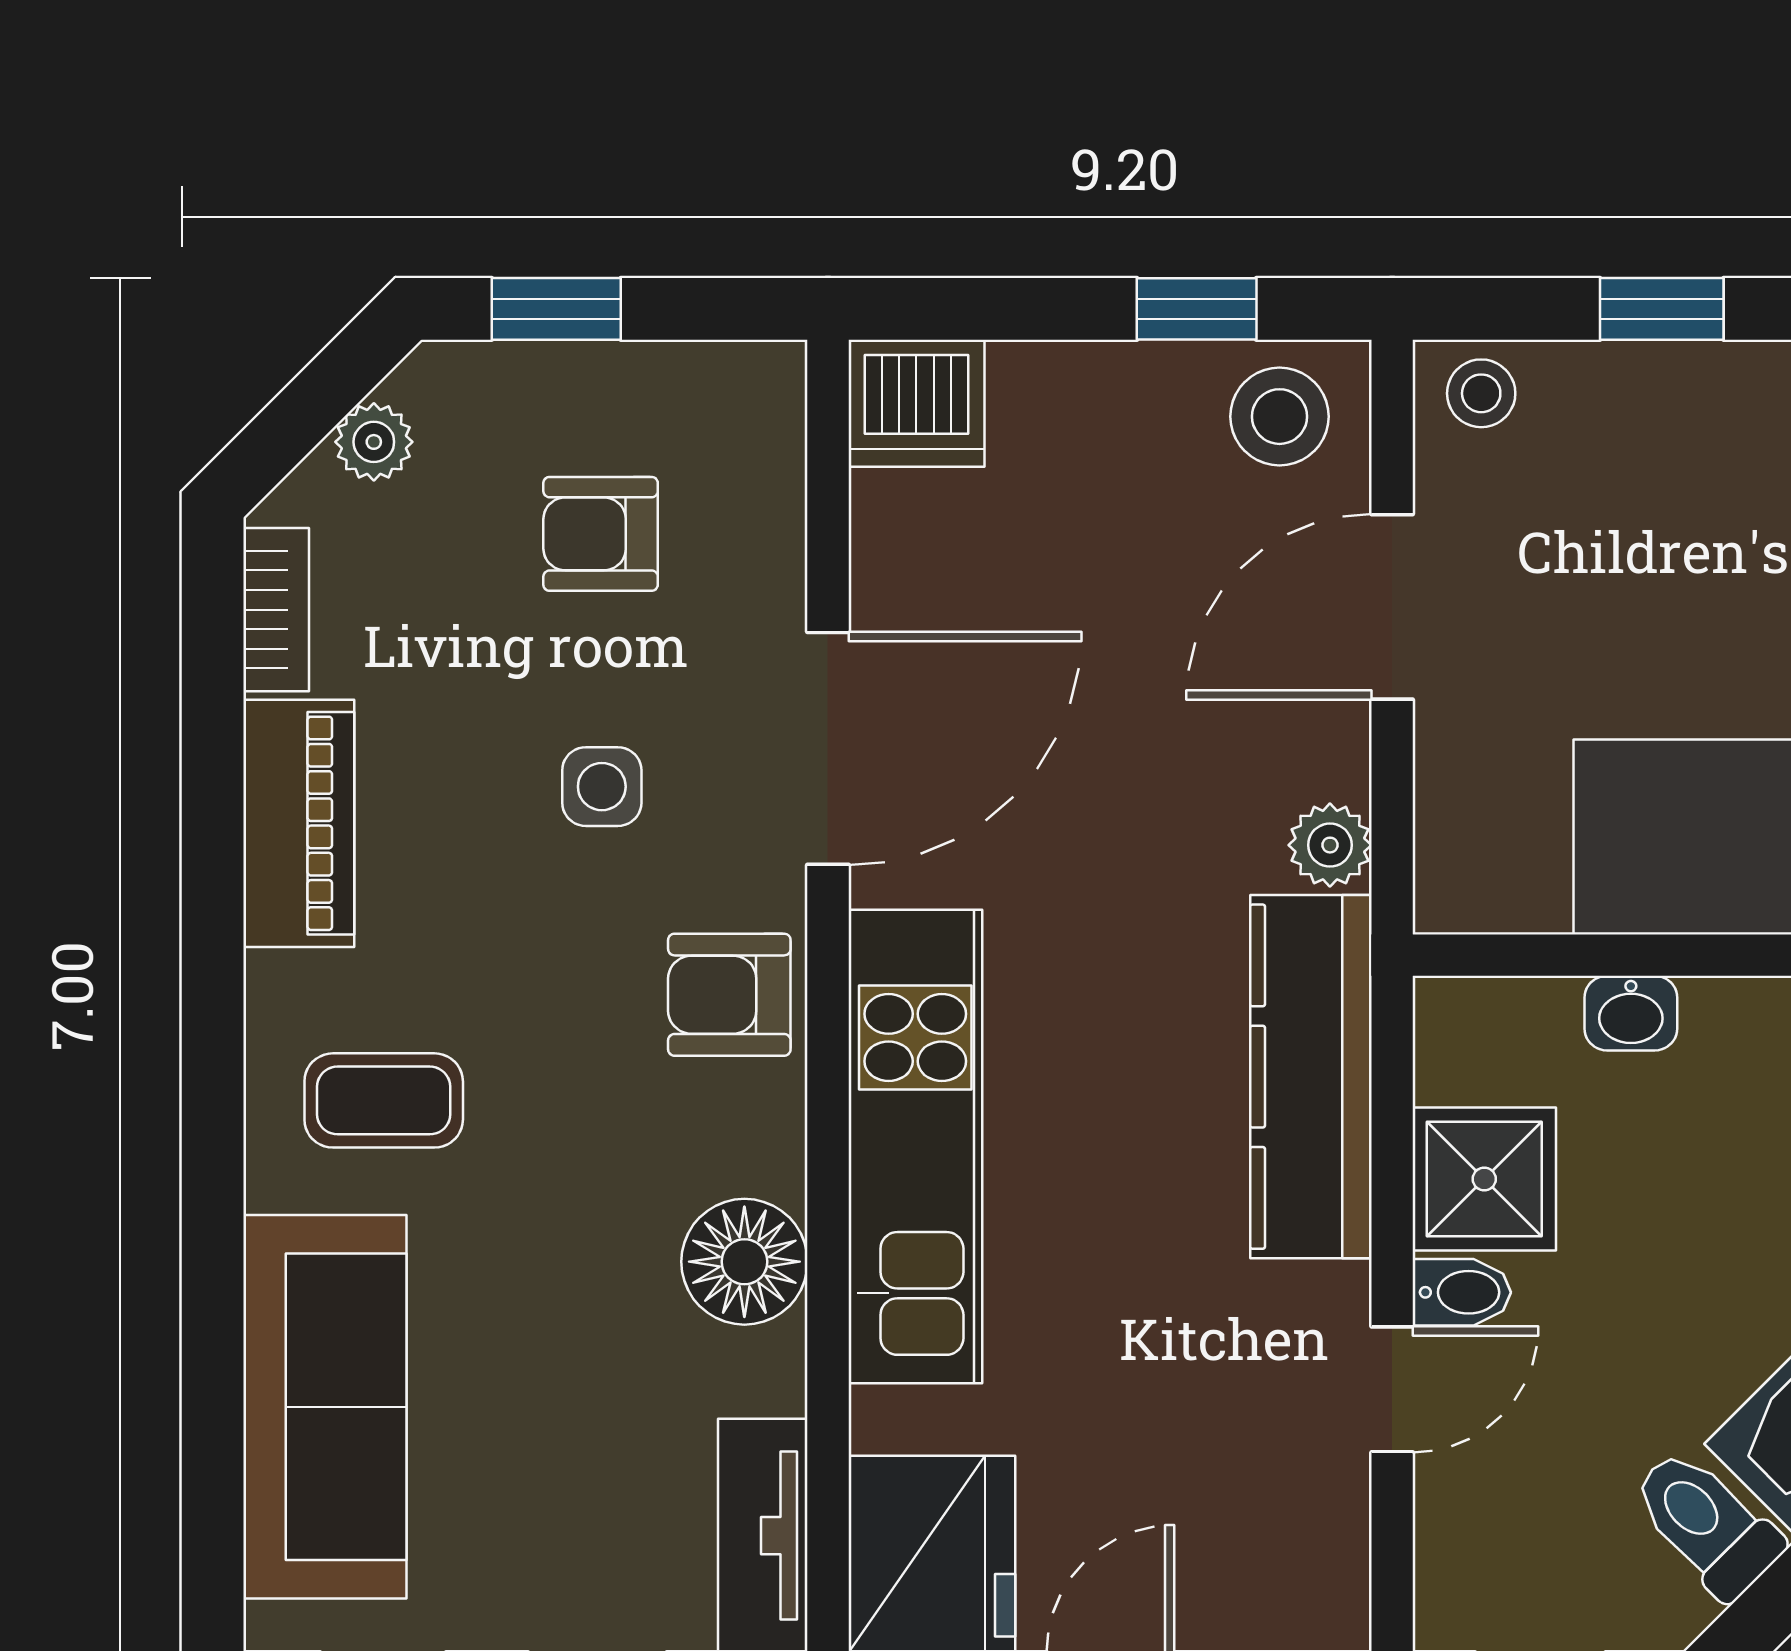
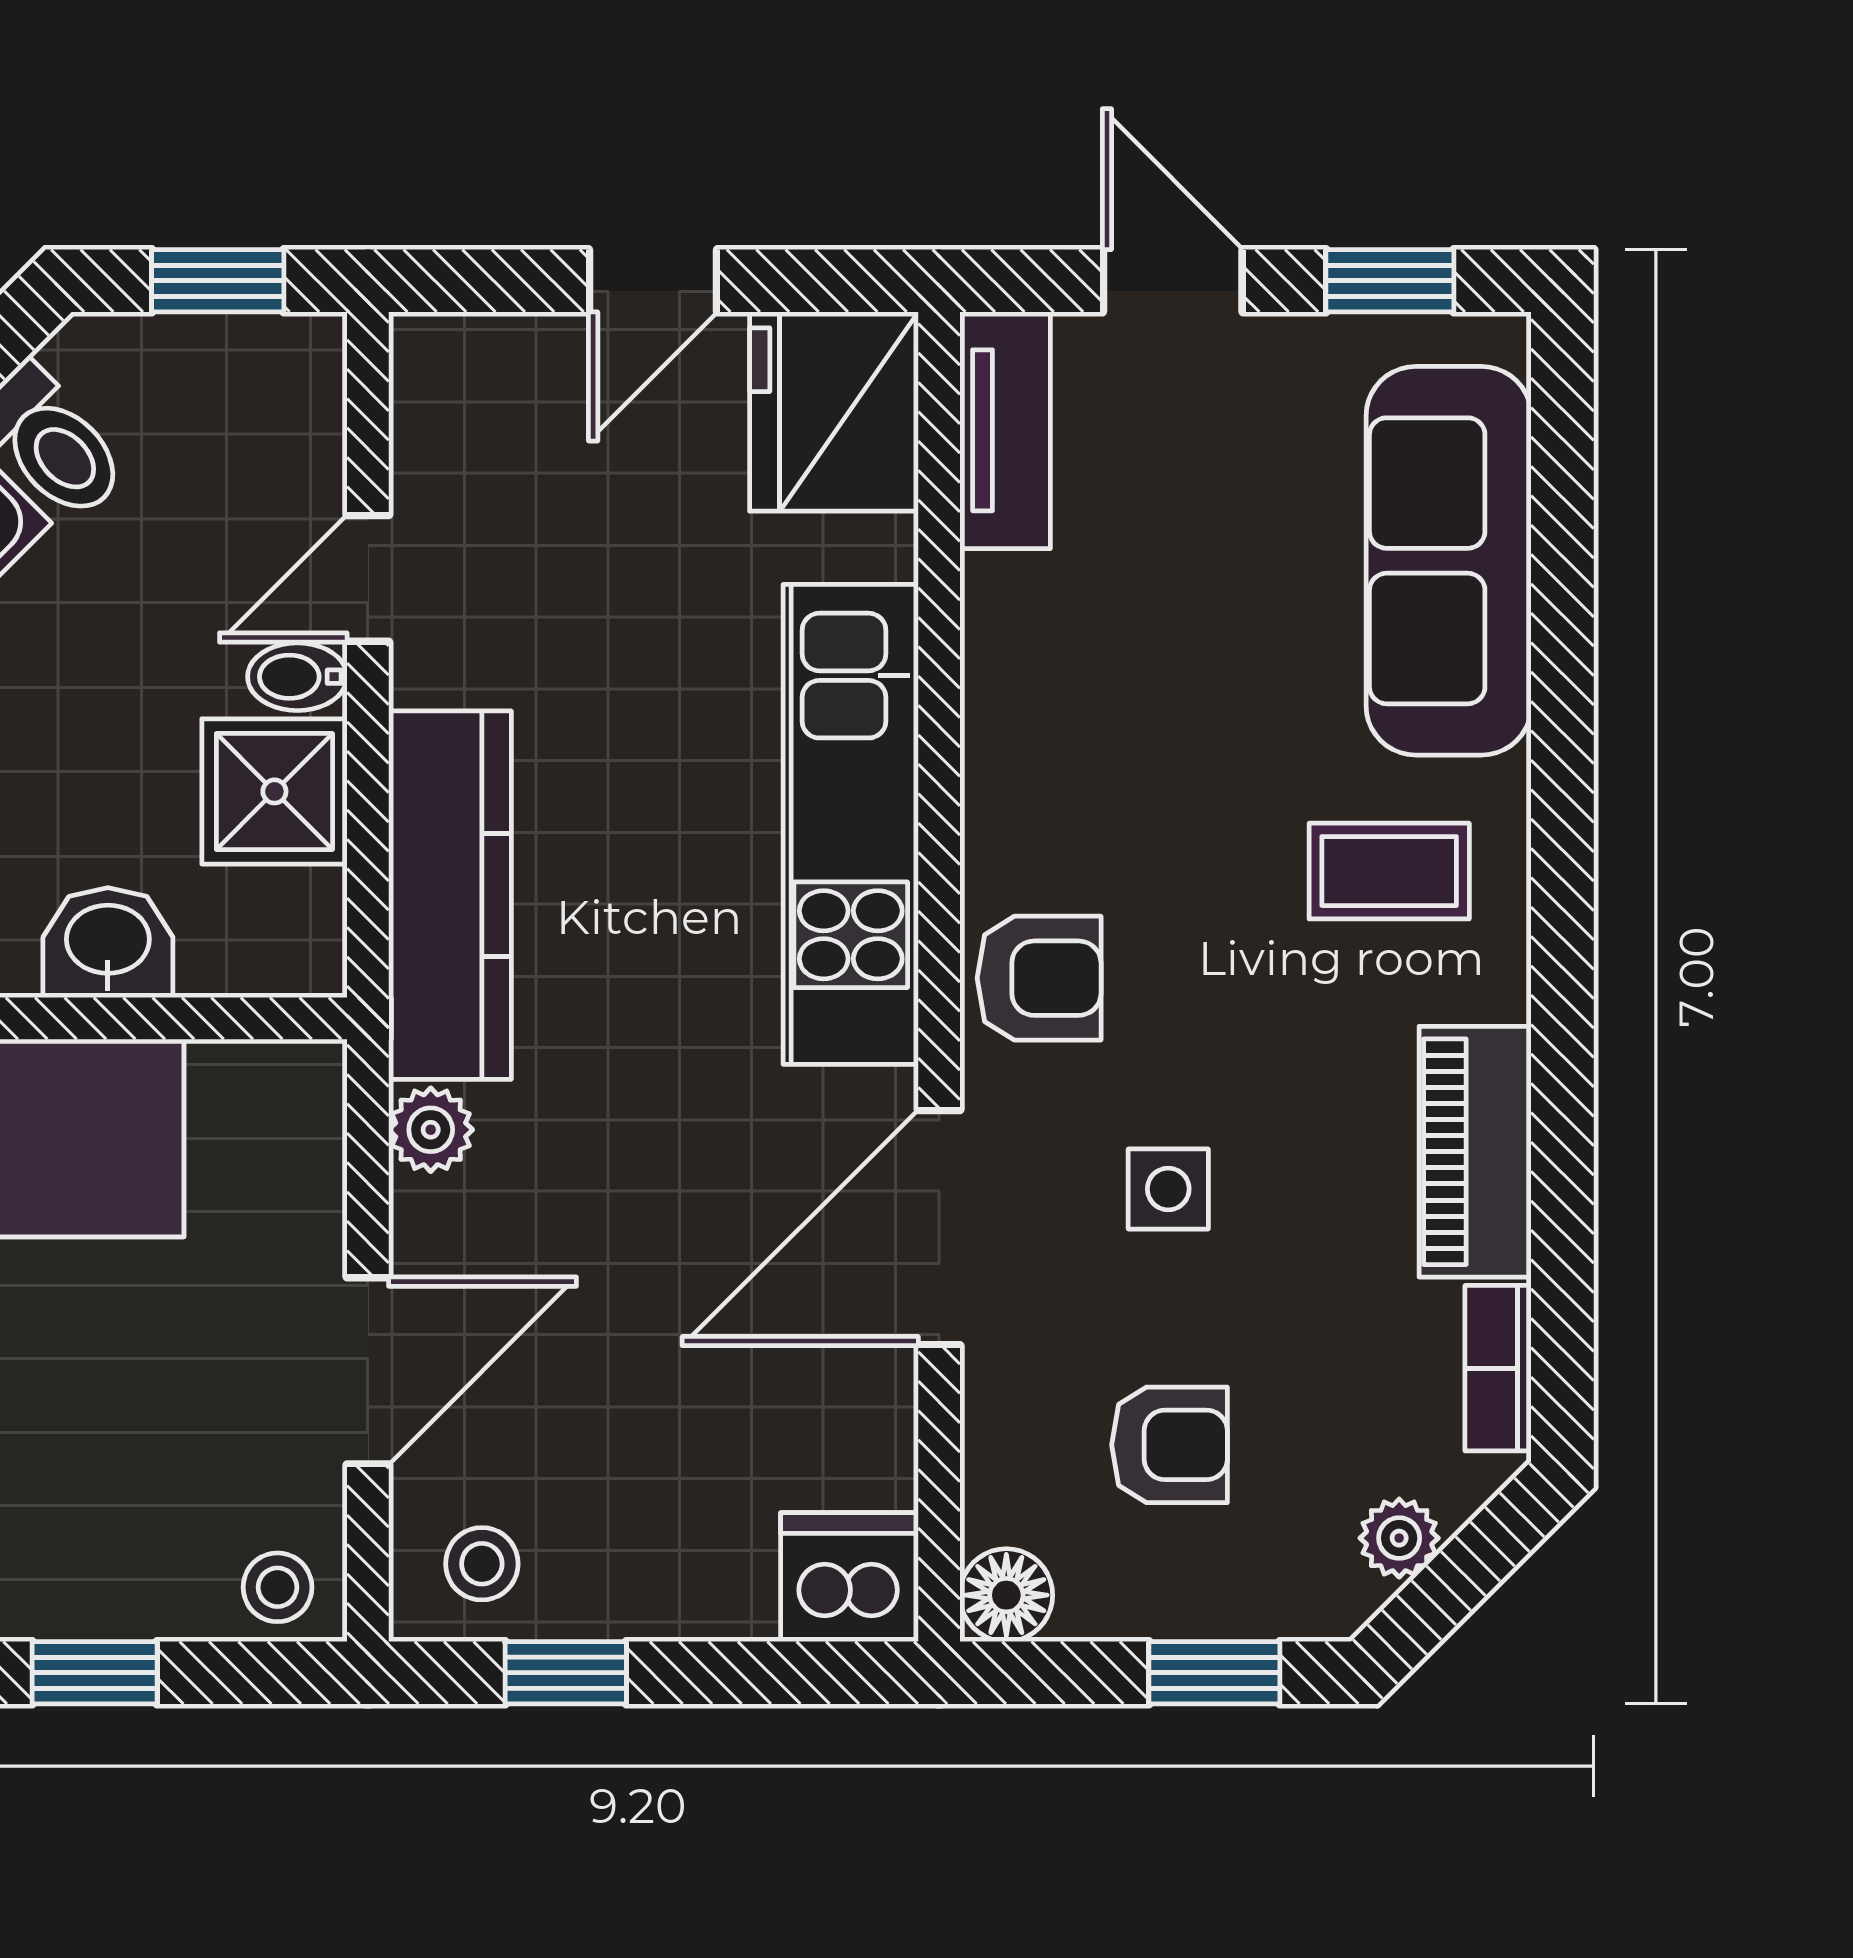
stool: (1279, 417) -> (482, 1564), width x0.73, depth x0.73
washbasin: (1631, 1013) -> (108, 943), width x1.38, depth x1.45
floor lamp: (744, 1262) -> (1006, 1595), moved, width x0.73, depth x0.73

